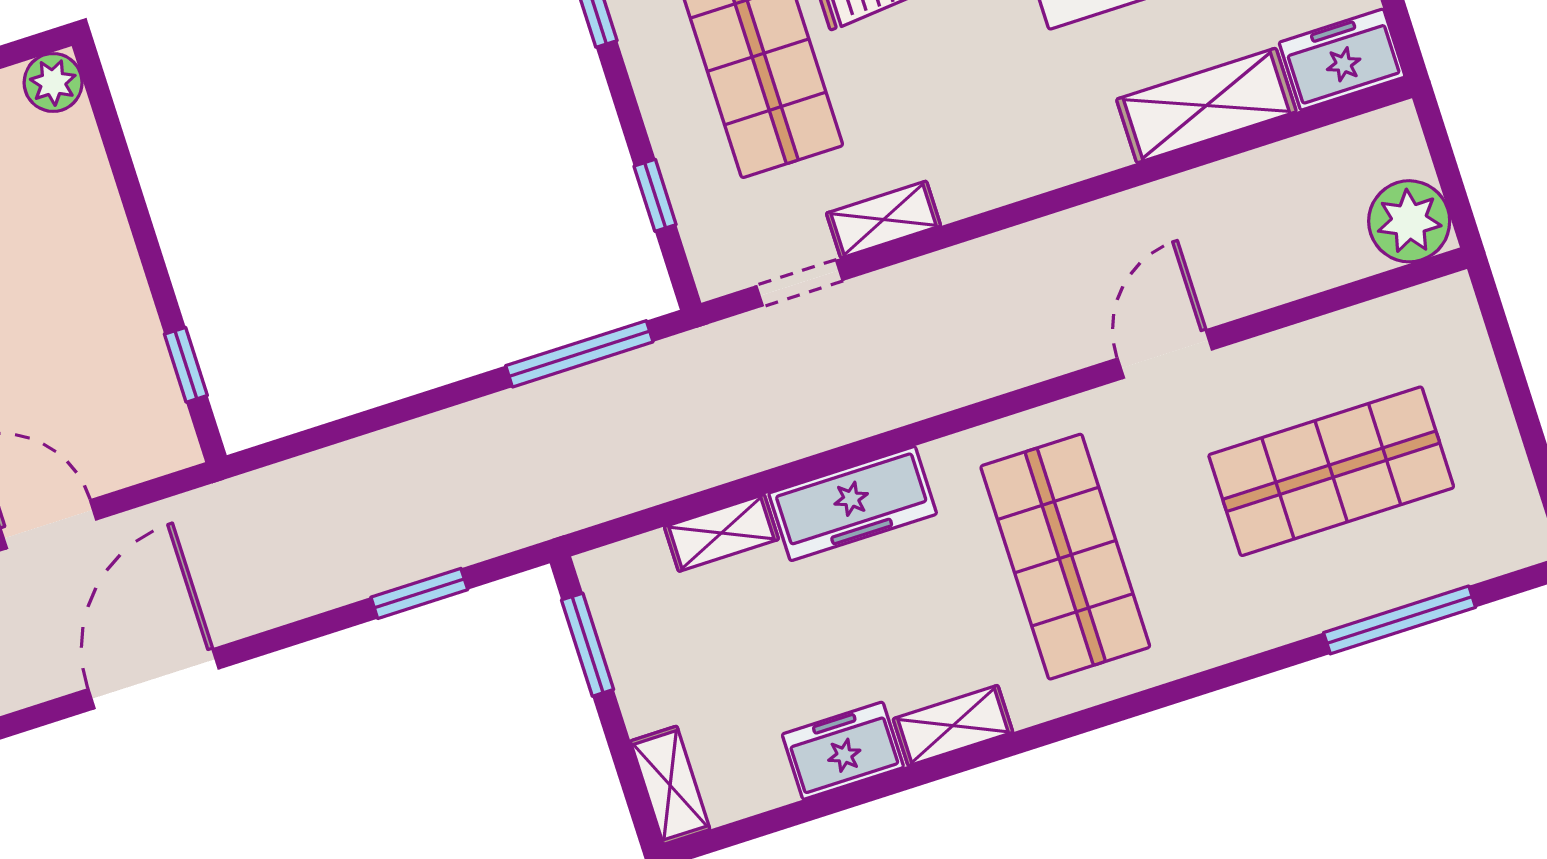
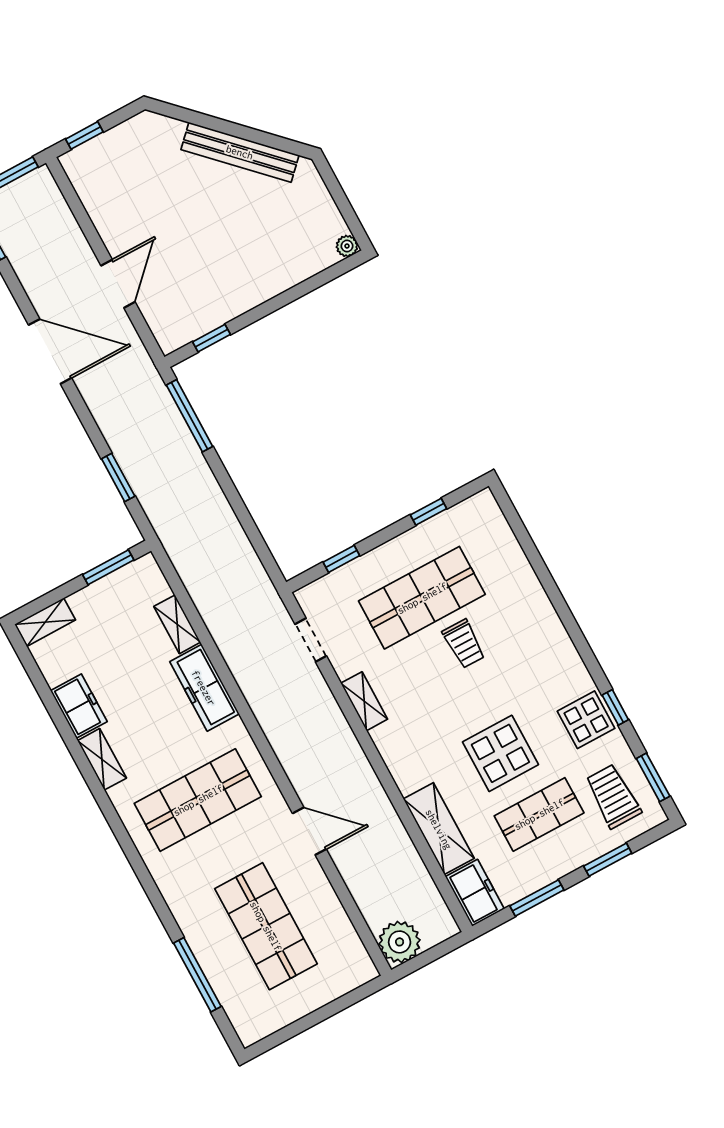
plant: (53, 82) -> (347, 246), width x0.73, depth x0.73
shelving: (884, 219) -> (364, 701), moved
window: (579, 354) -> (189, 416), moved

